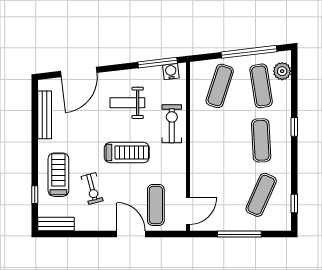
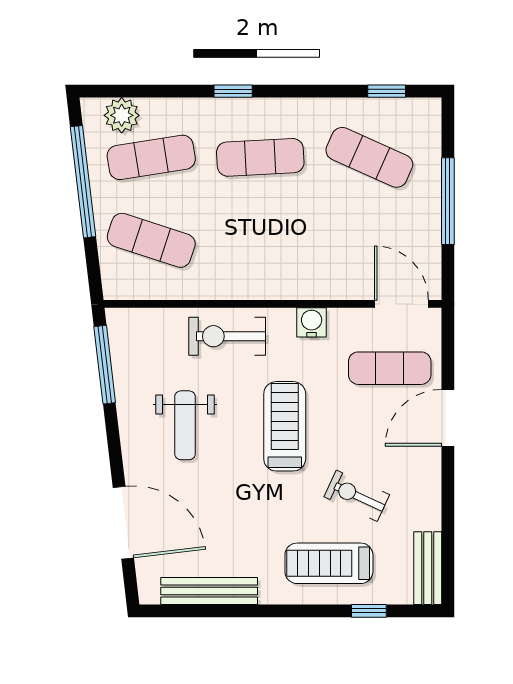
water cooler: (171, 72) -> (312, 322), moved, turned 97
exercise bike: (92, 189) -> (357, 496), turned -140

